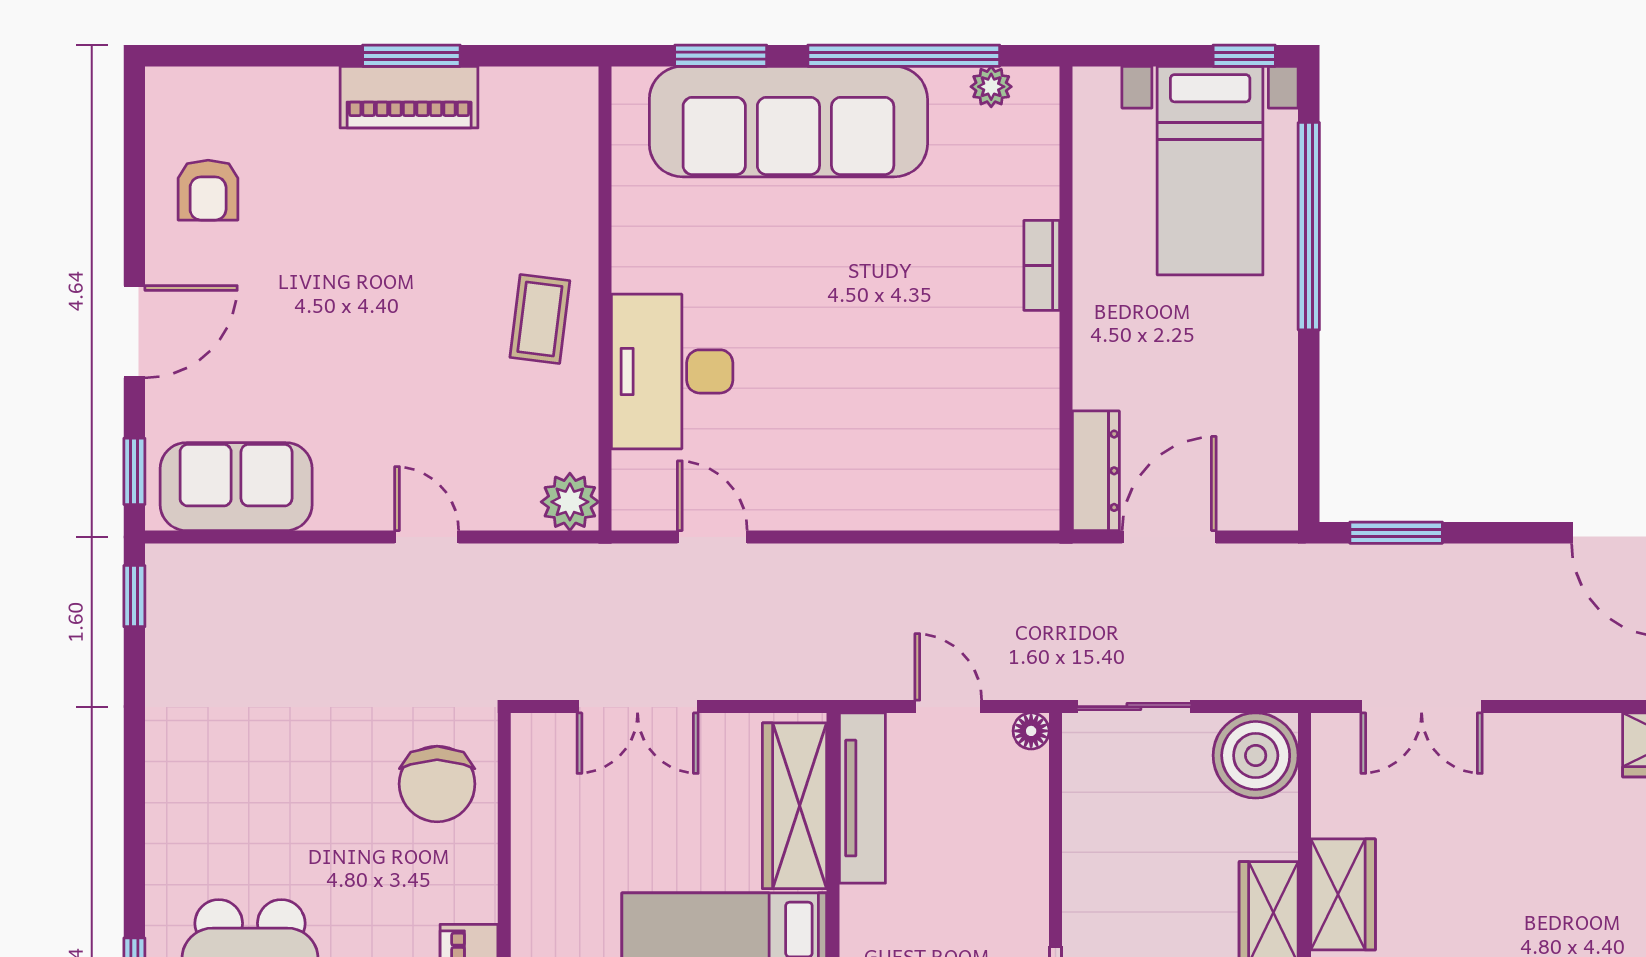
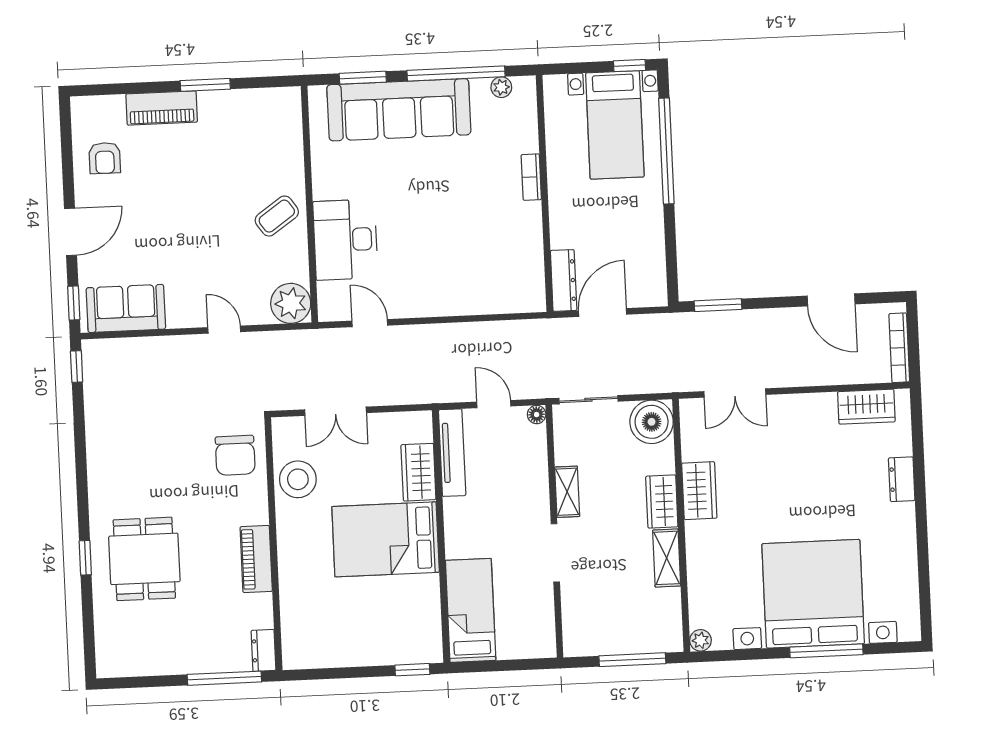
piano: (409, 97) -> (162, 108), moved
coffee table: (540, 319) -> (277, 216), turned 48
plant: (570, 502) -> (291, 303), width x1.36, depth x1.36
wardrobe: (795, 806) -> (418, 472), width x0.67
stool: (558, 837) -> (298, 479), added
shelving: (1084, 885) -> (567, 492), added

